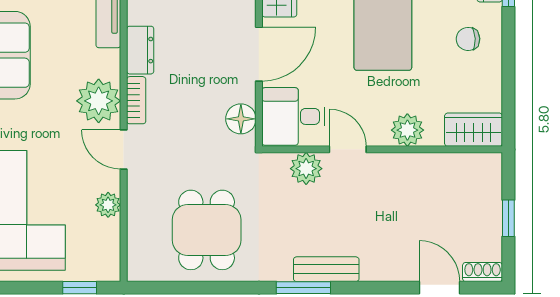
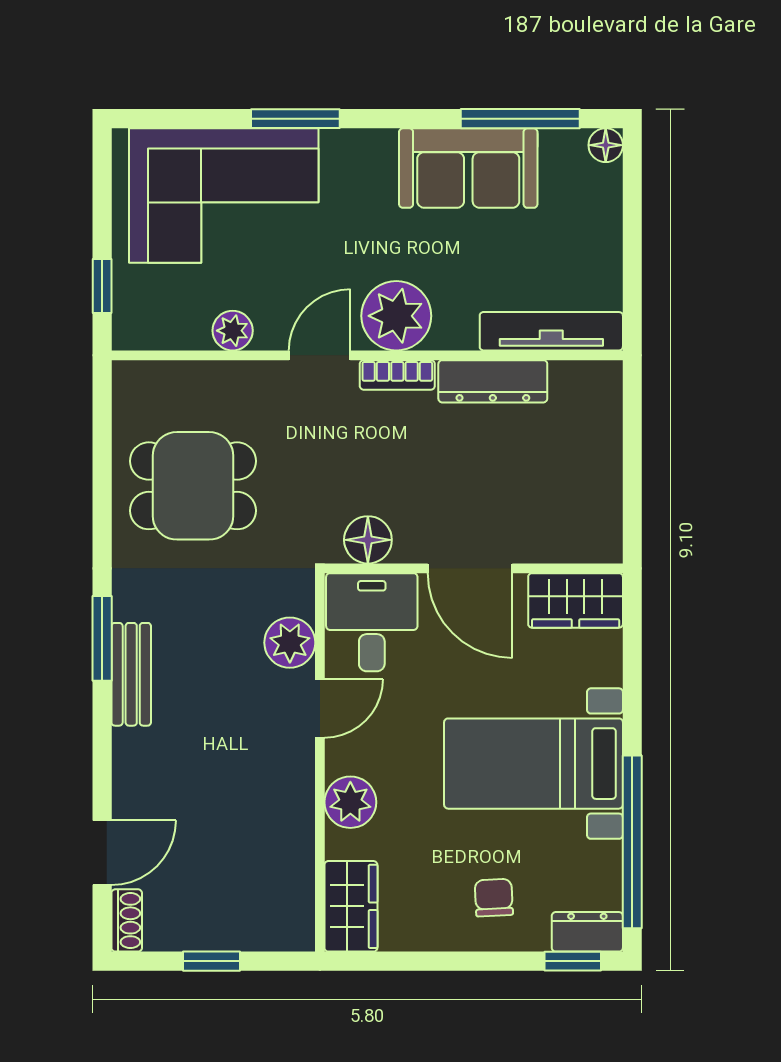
dresser: (140, 50) -> (493, 381), width x1.44

